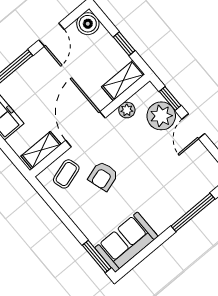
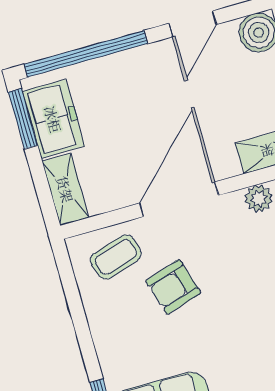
shelving: (41, 150) -> (65, 189), moved, turned 90

